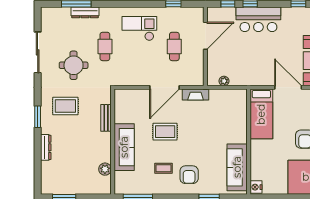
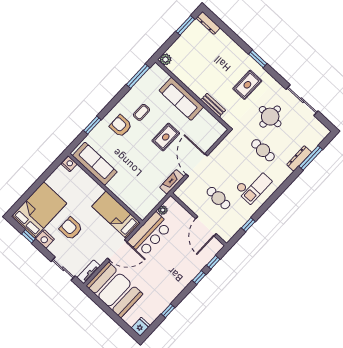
bar counter: (258, 19) -> (150, 234), moved, turned 180
dresser: (46, 147) -> (208, 23), moved
plant: (105, 169) -> (165, 59), moved

